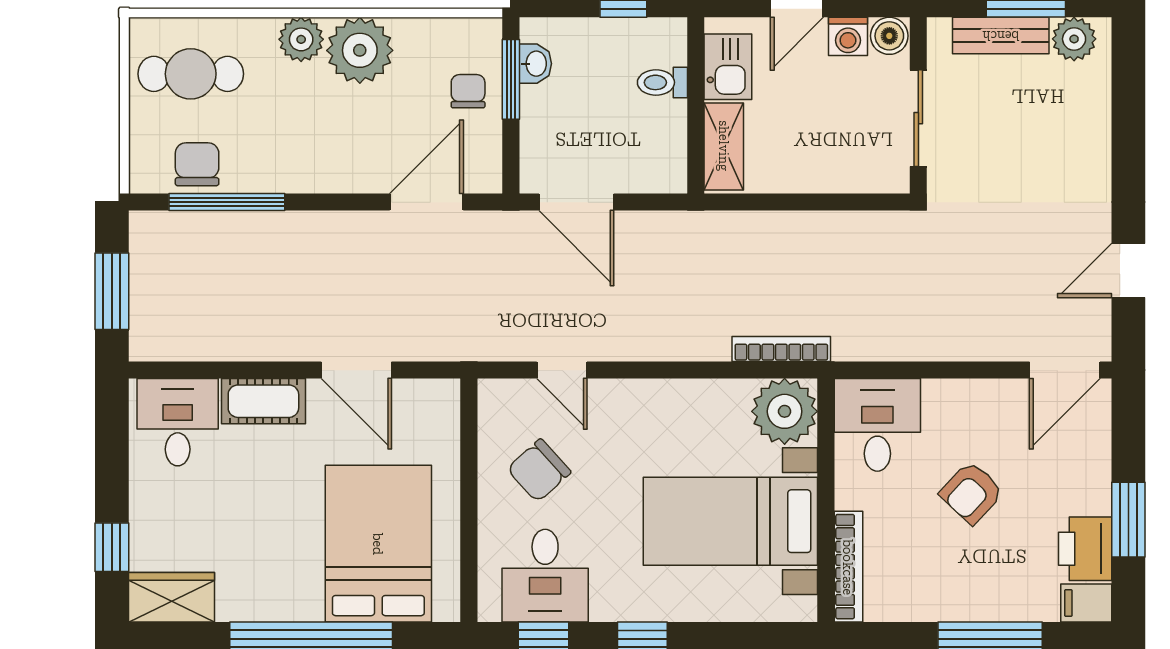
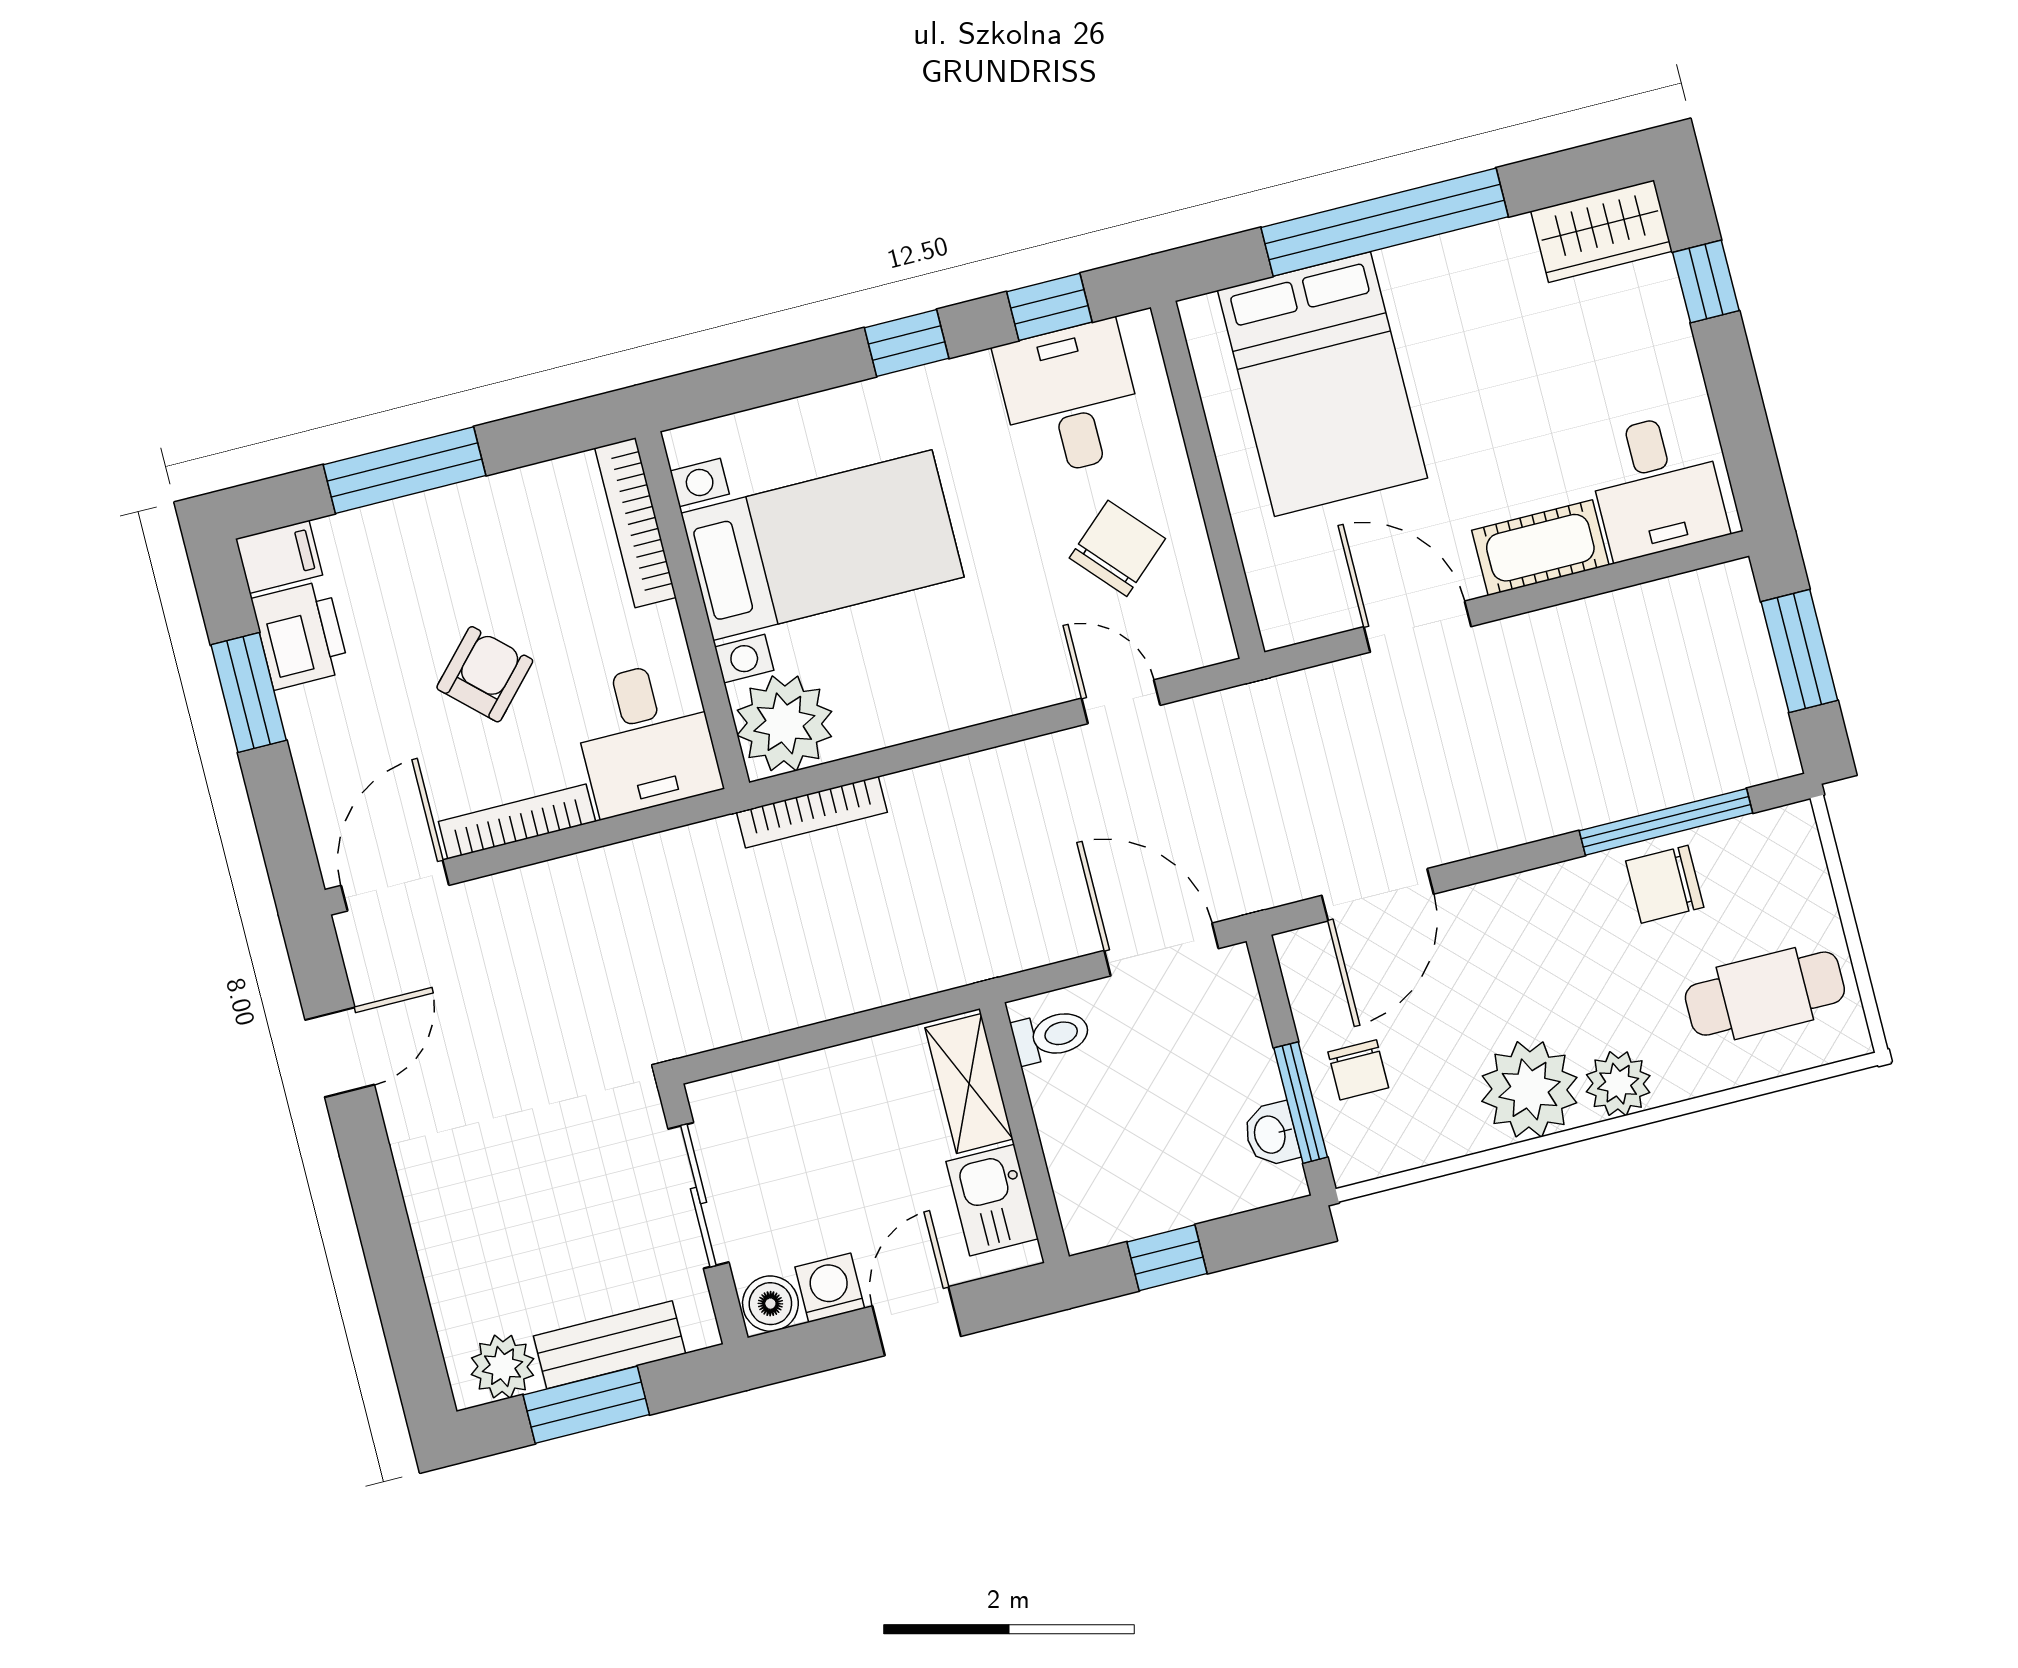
toilet: (662, 82) -> (1051, 1036), moved
chair: (197, 164) -> (1665, 884), moved, turned 90
bookcase: (975, 392) -> (517, 822), added

